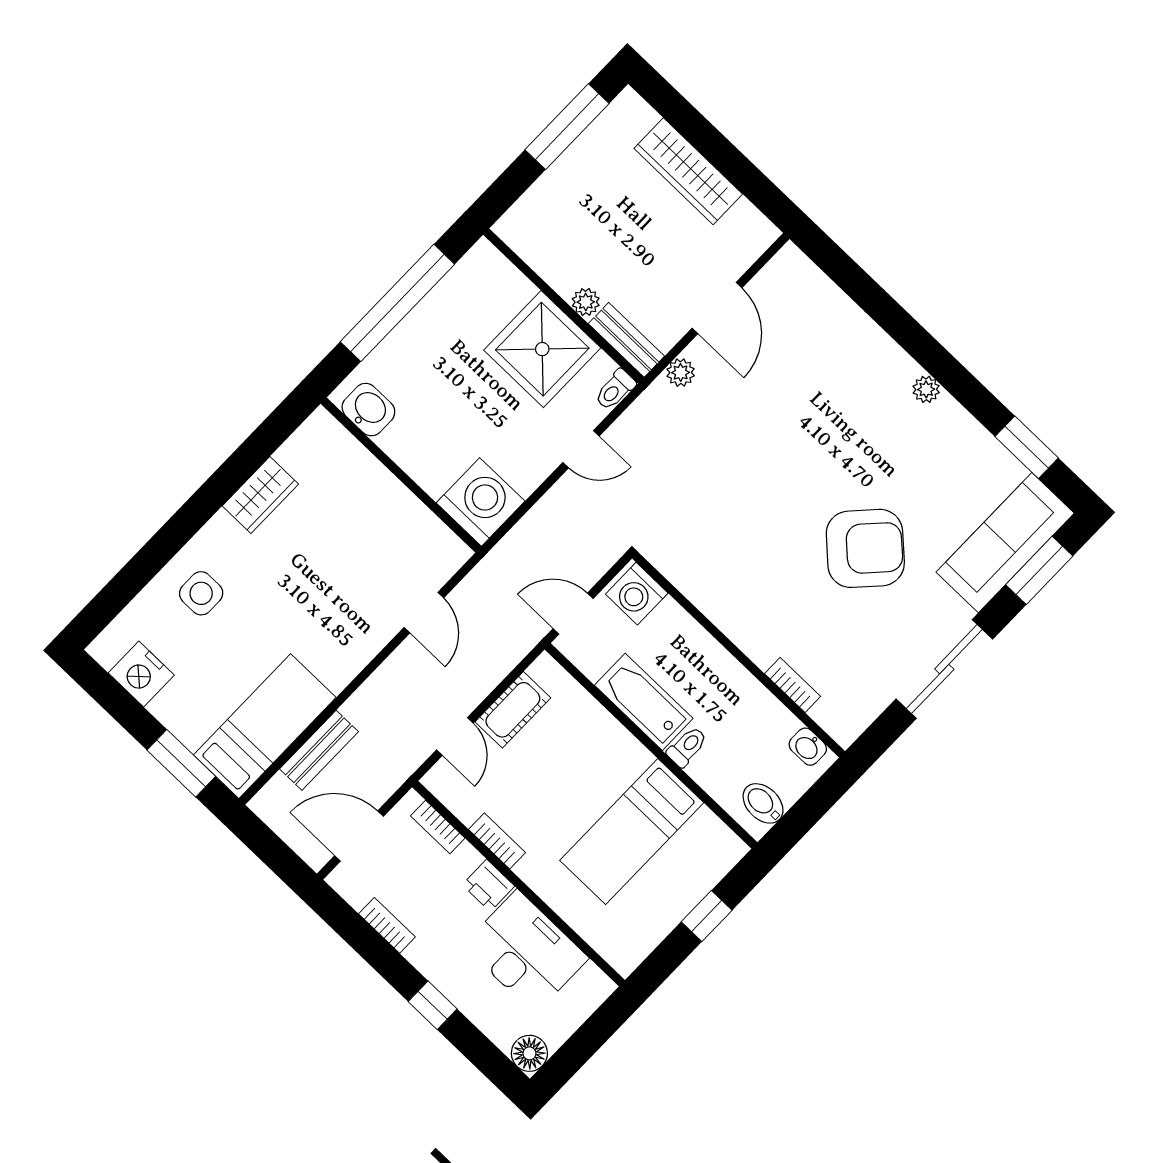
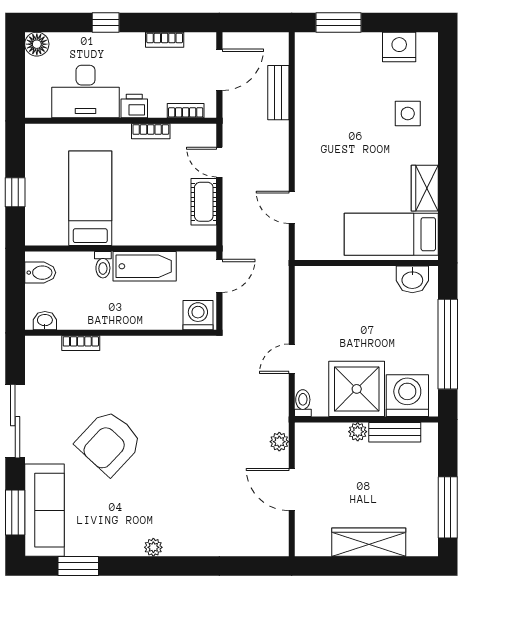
bench: (626, 340) -> (395, 432), moved
washing machine: (481, 502) -> (407, 396), moved, turned 180
bed: (265, 726) -> (391, 234), moved, turned 90

